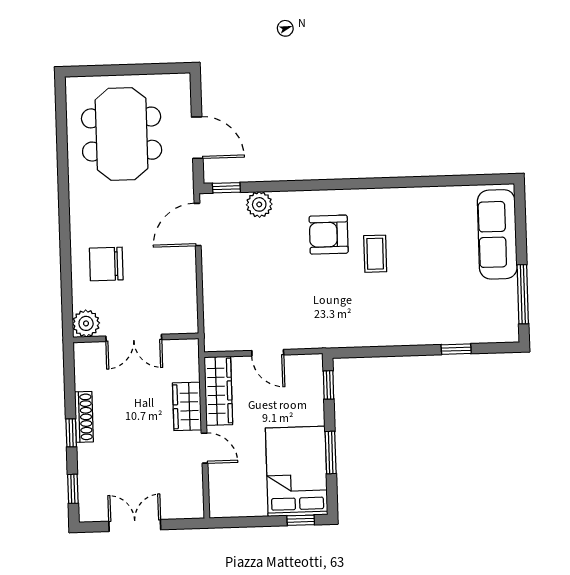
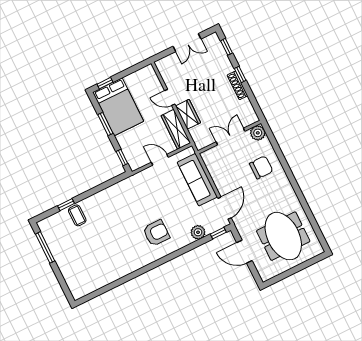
sofa: (497, 234) -> (197, 180), moved, turned 180
coffee table: (375, 254) -> (77, 215), moved

